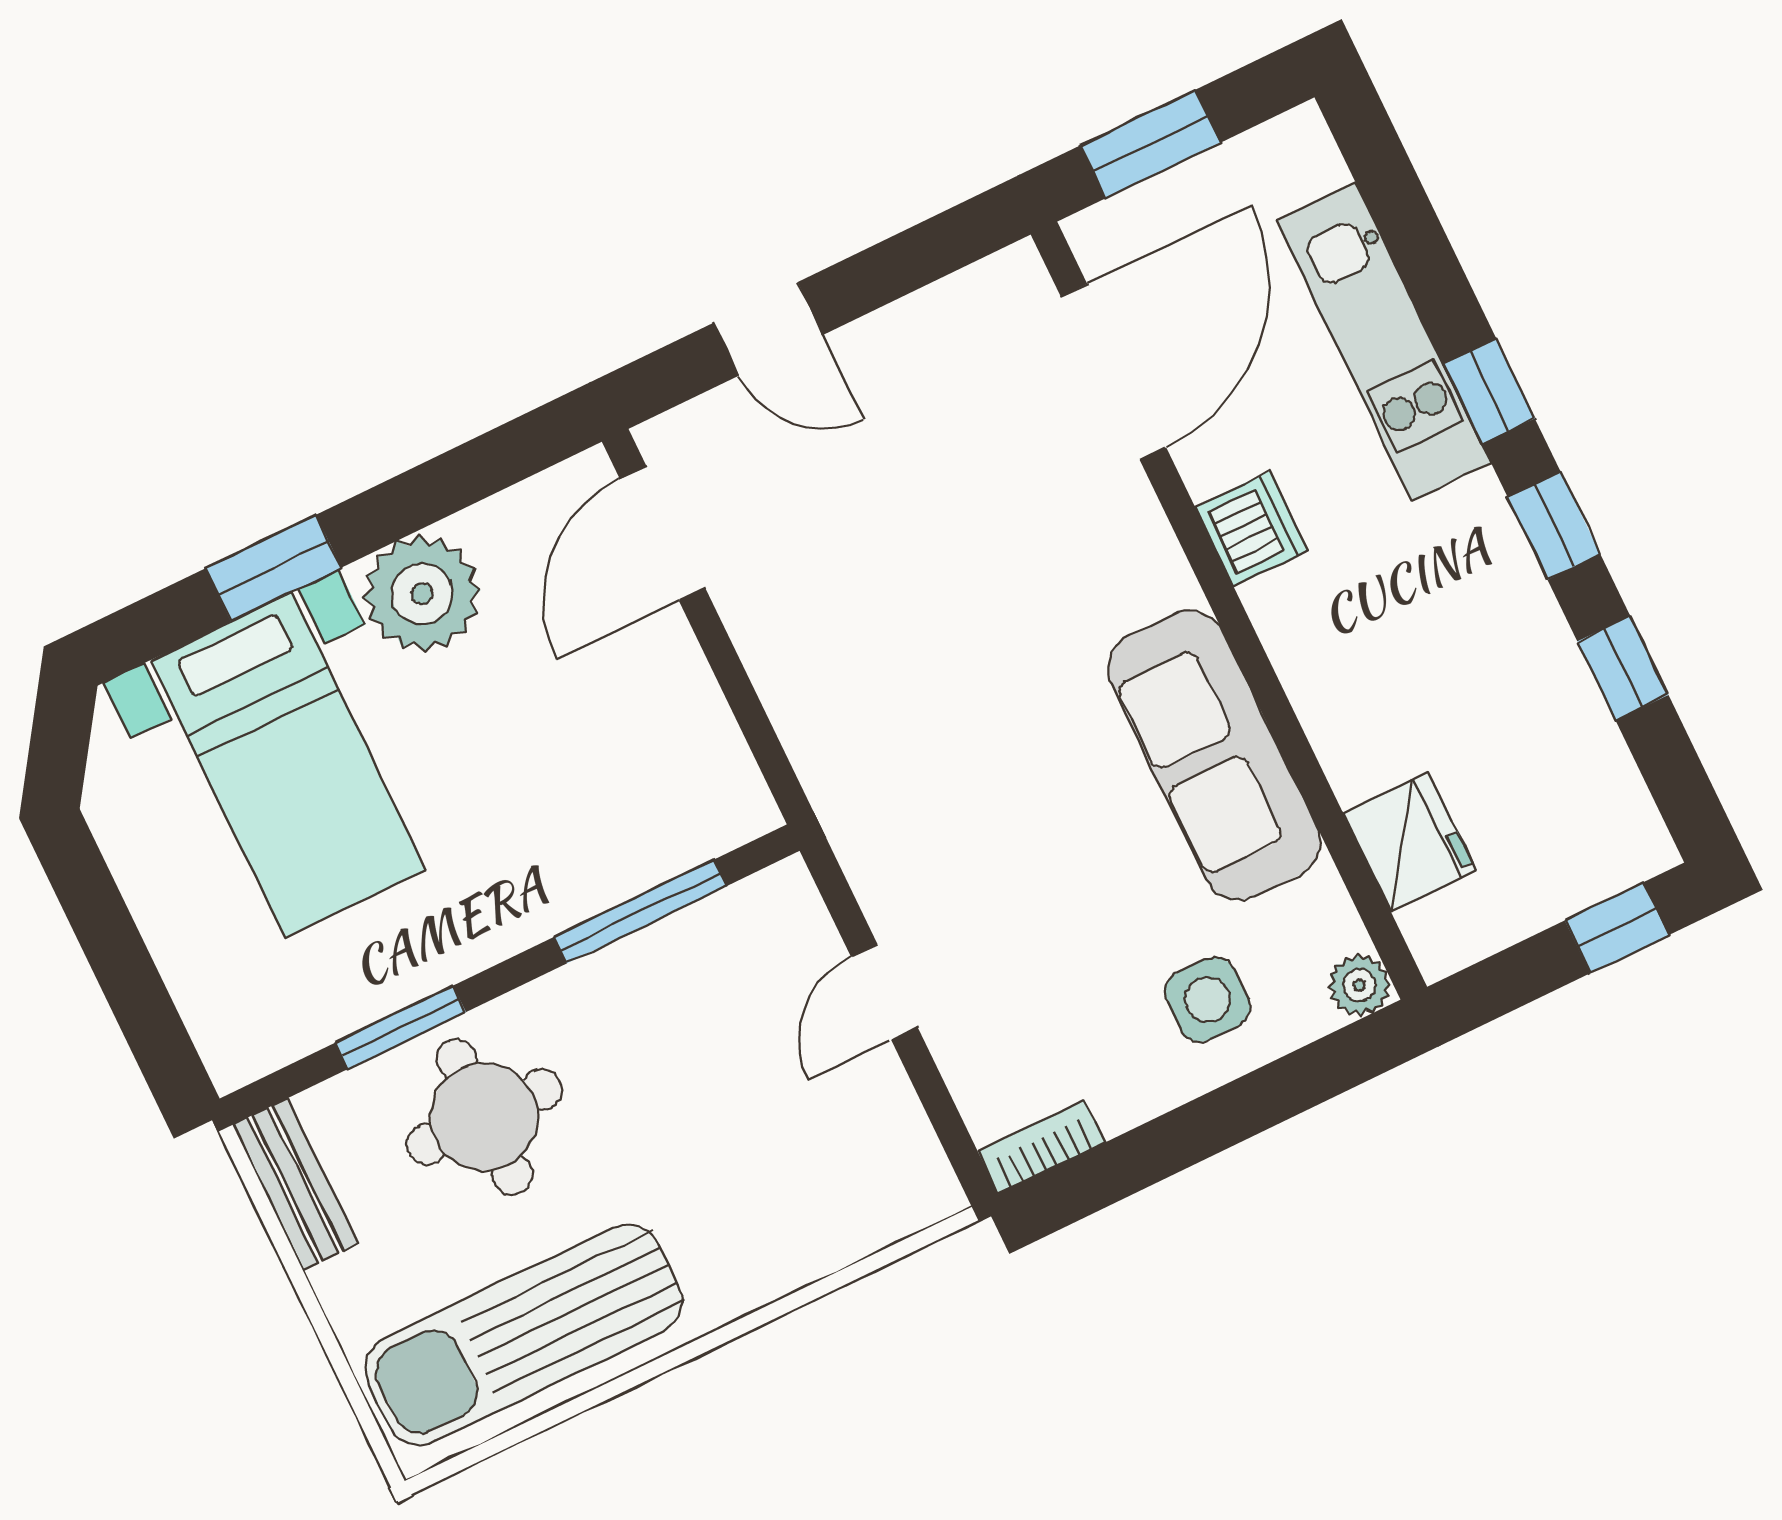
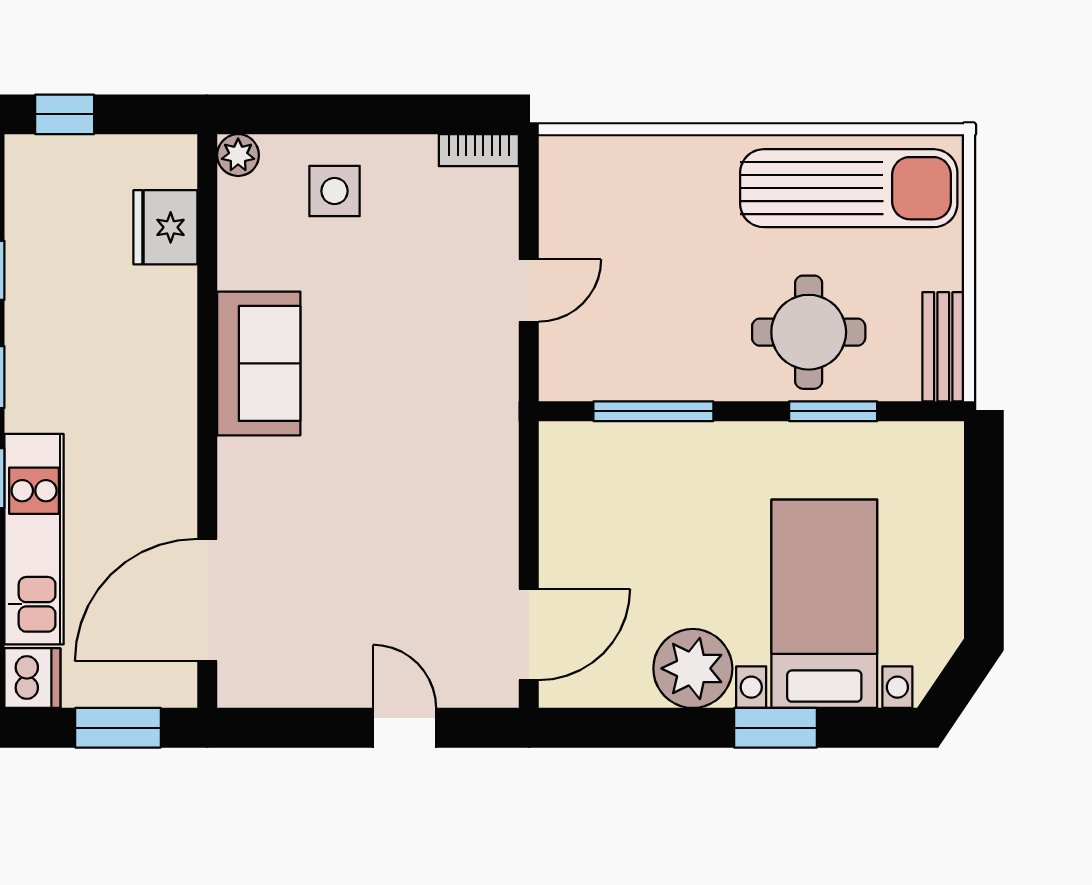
dishwasher: (1252, 529) -> (32, 678), moved, turned 180
sofa: (1214, 755) -> (259, 363), width x0.73

